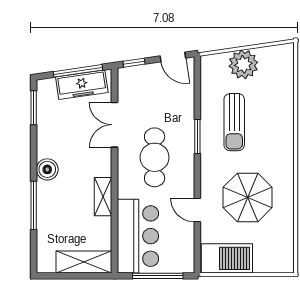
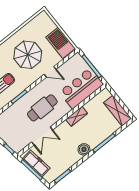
door: (197, 210) -> (50, 72), hinge flipped
shelving: (84, 262) -> (117, 111), moved

